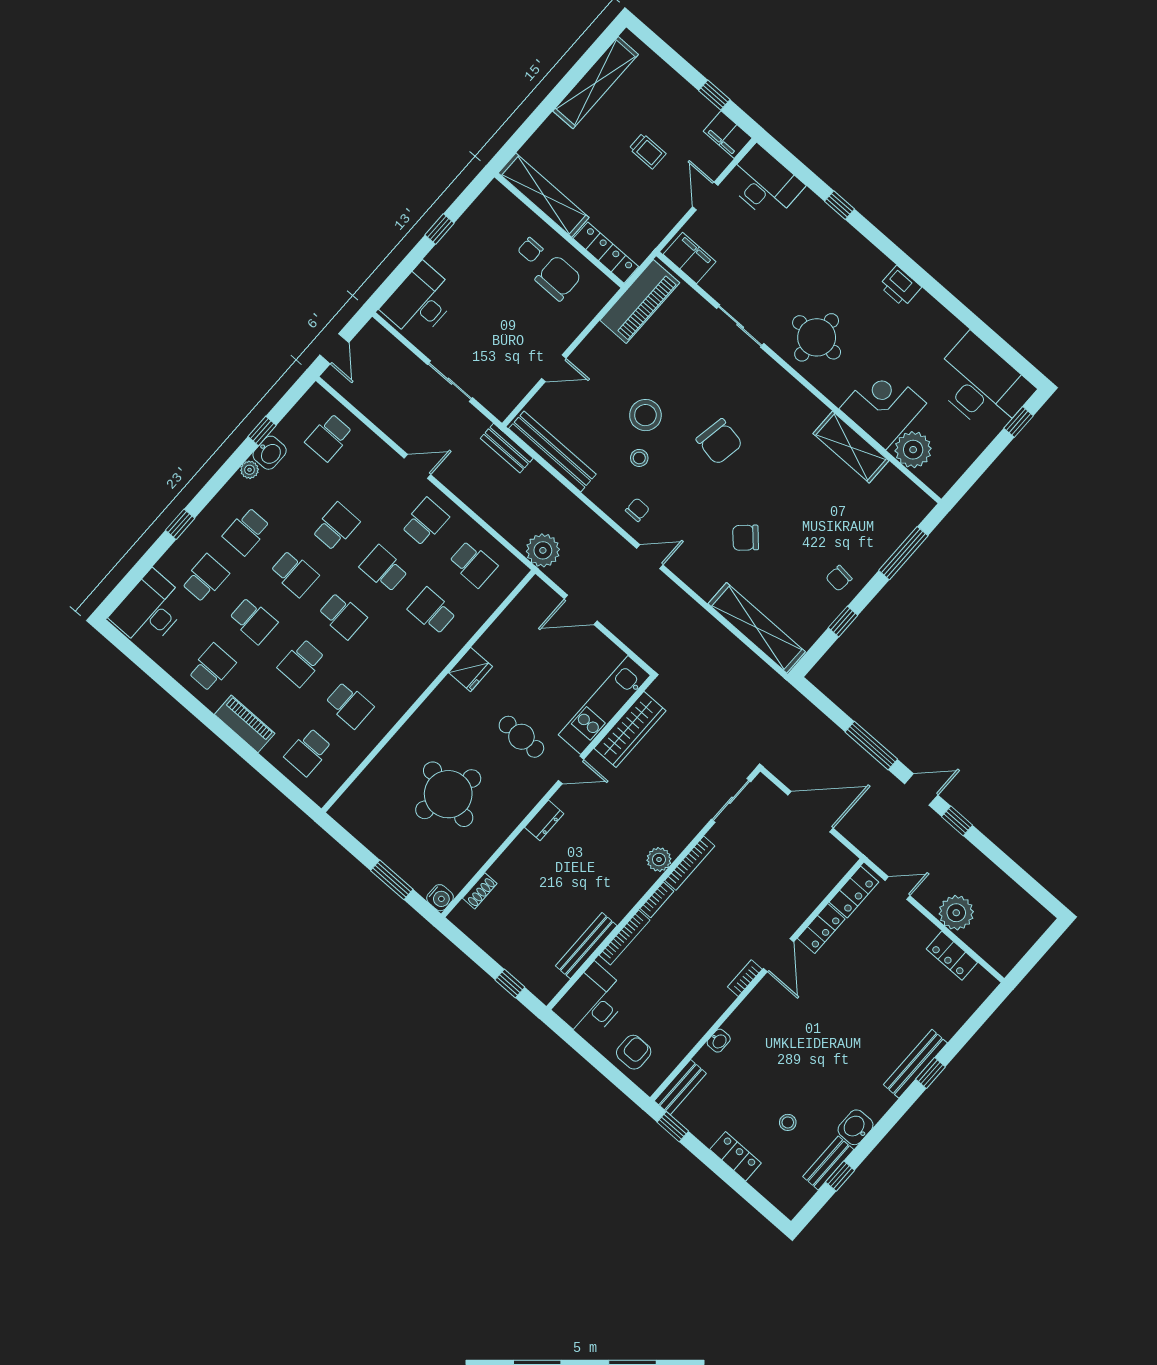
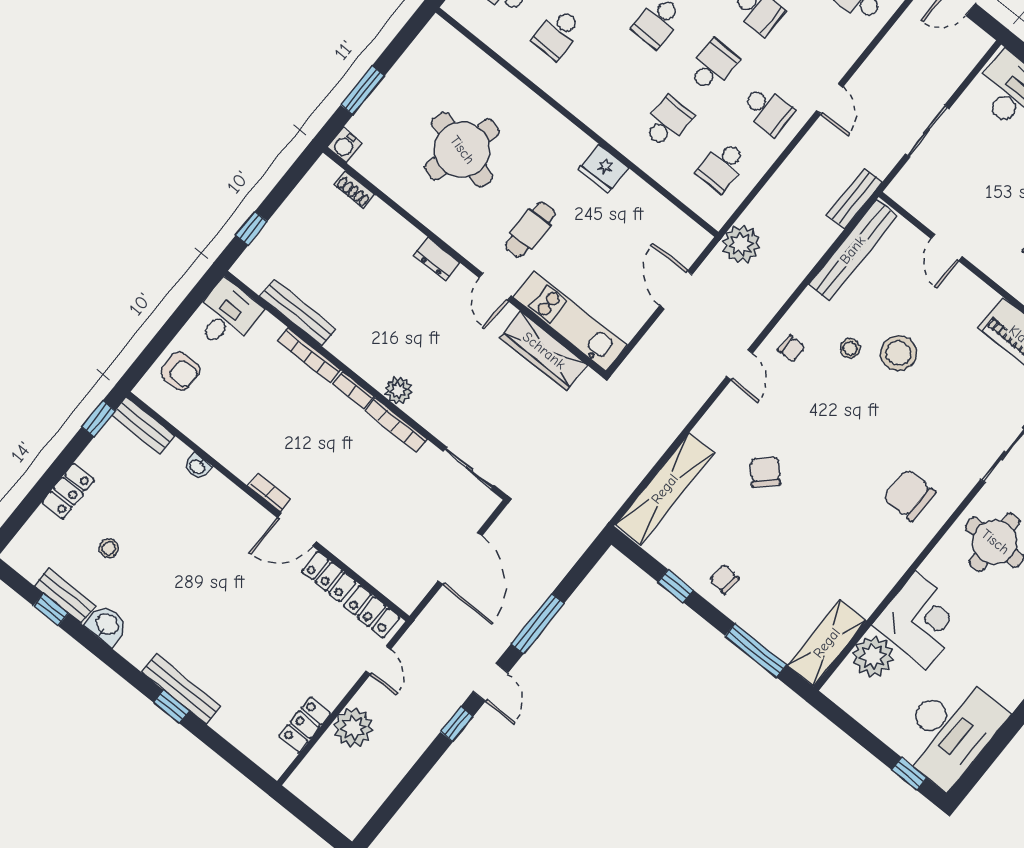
chair: (719, 442) -> (909, 495), moved, turned 80
shelving: (851, 447) -> (827, 643), moved
desk: (592, 1002) -> (227, 315), width x0.73

